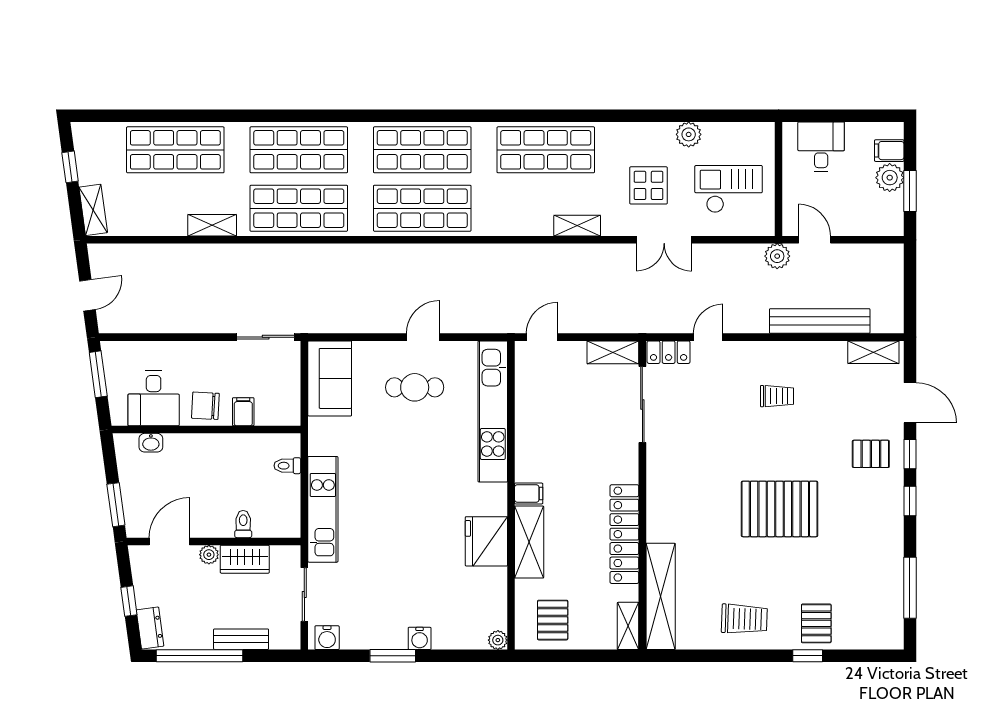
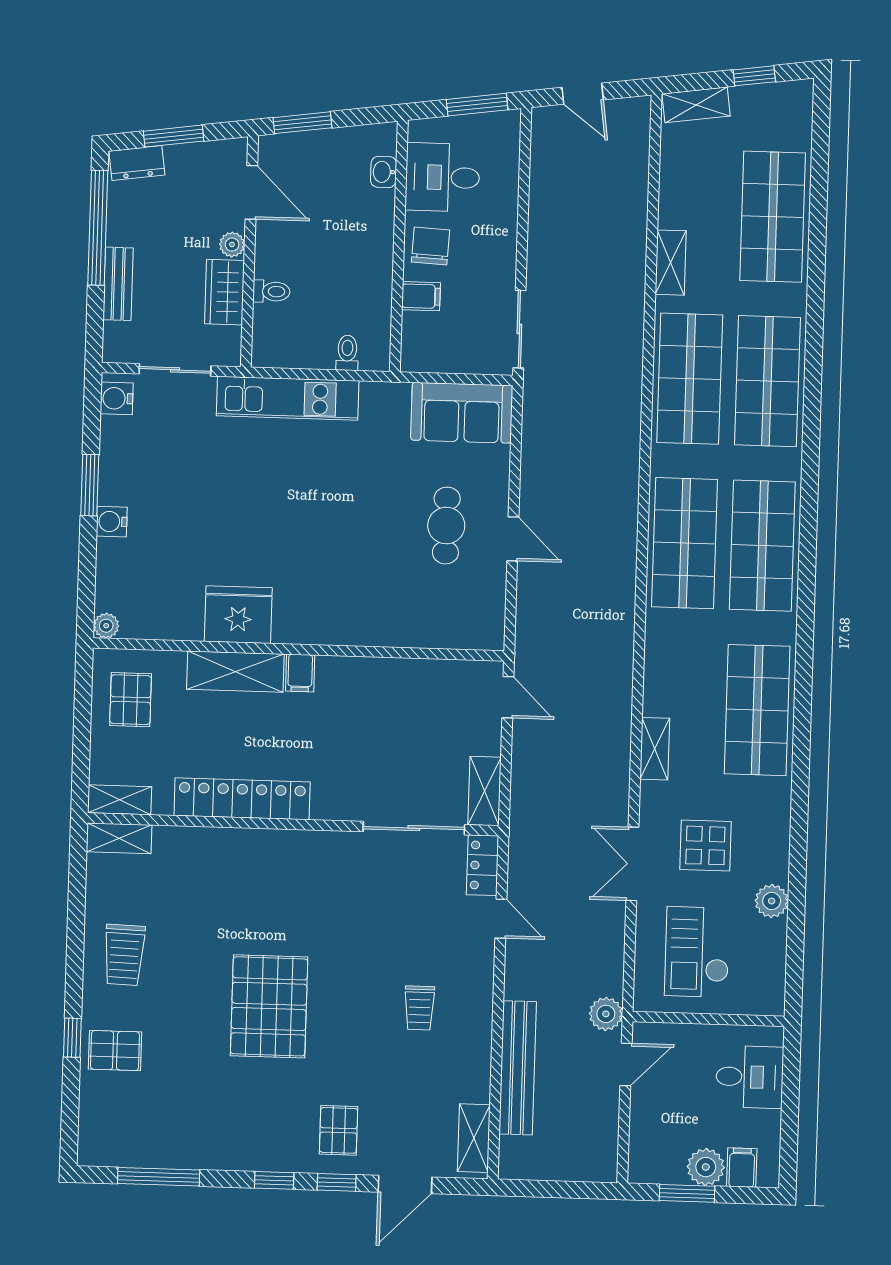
checkout: (729, 189) -> (697, 952), turned 180
kitchen unit: (493, 411) -> (411, 629), removed
shelving: (661, 596) -> (119, 838), width x0.45, depth x0.75
window: (129, 601) -> (174, 136), width x1.50
pallet: (553, 620) -> (131, 700), turned 90

